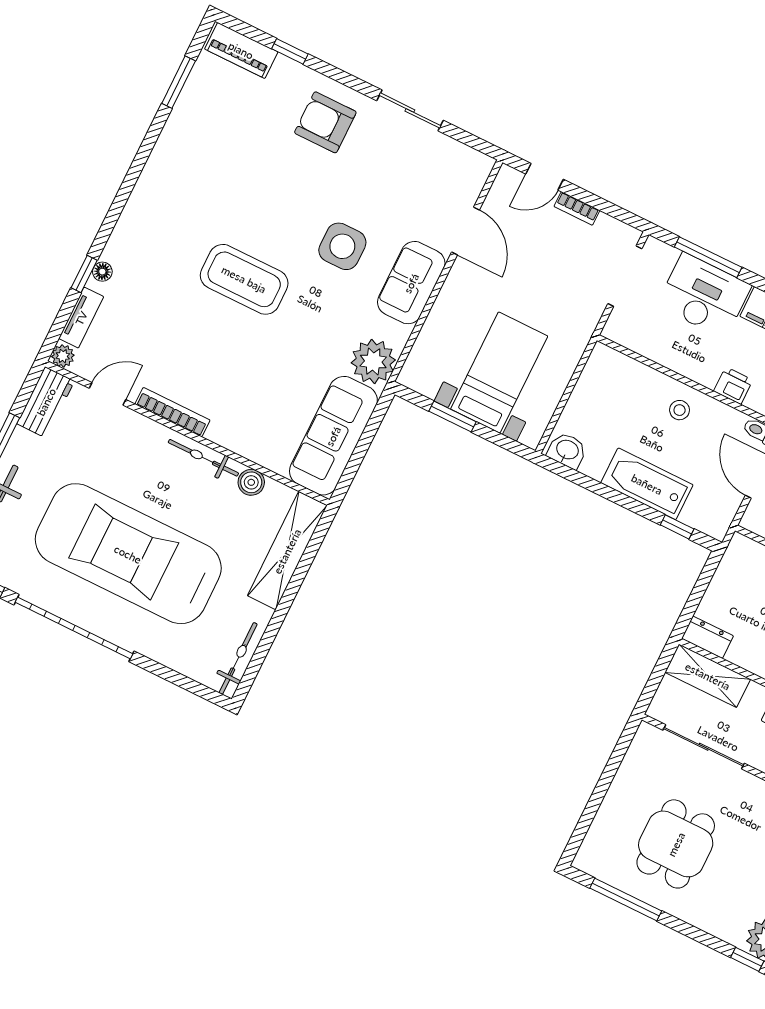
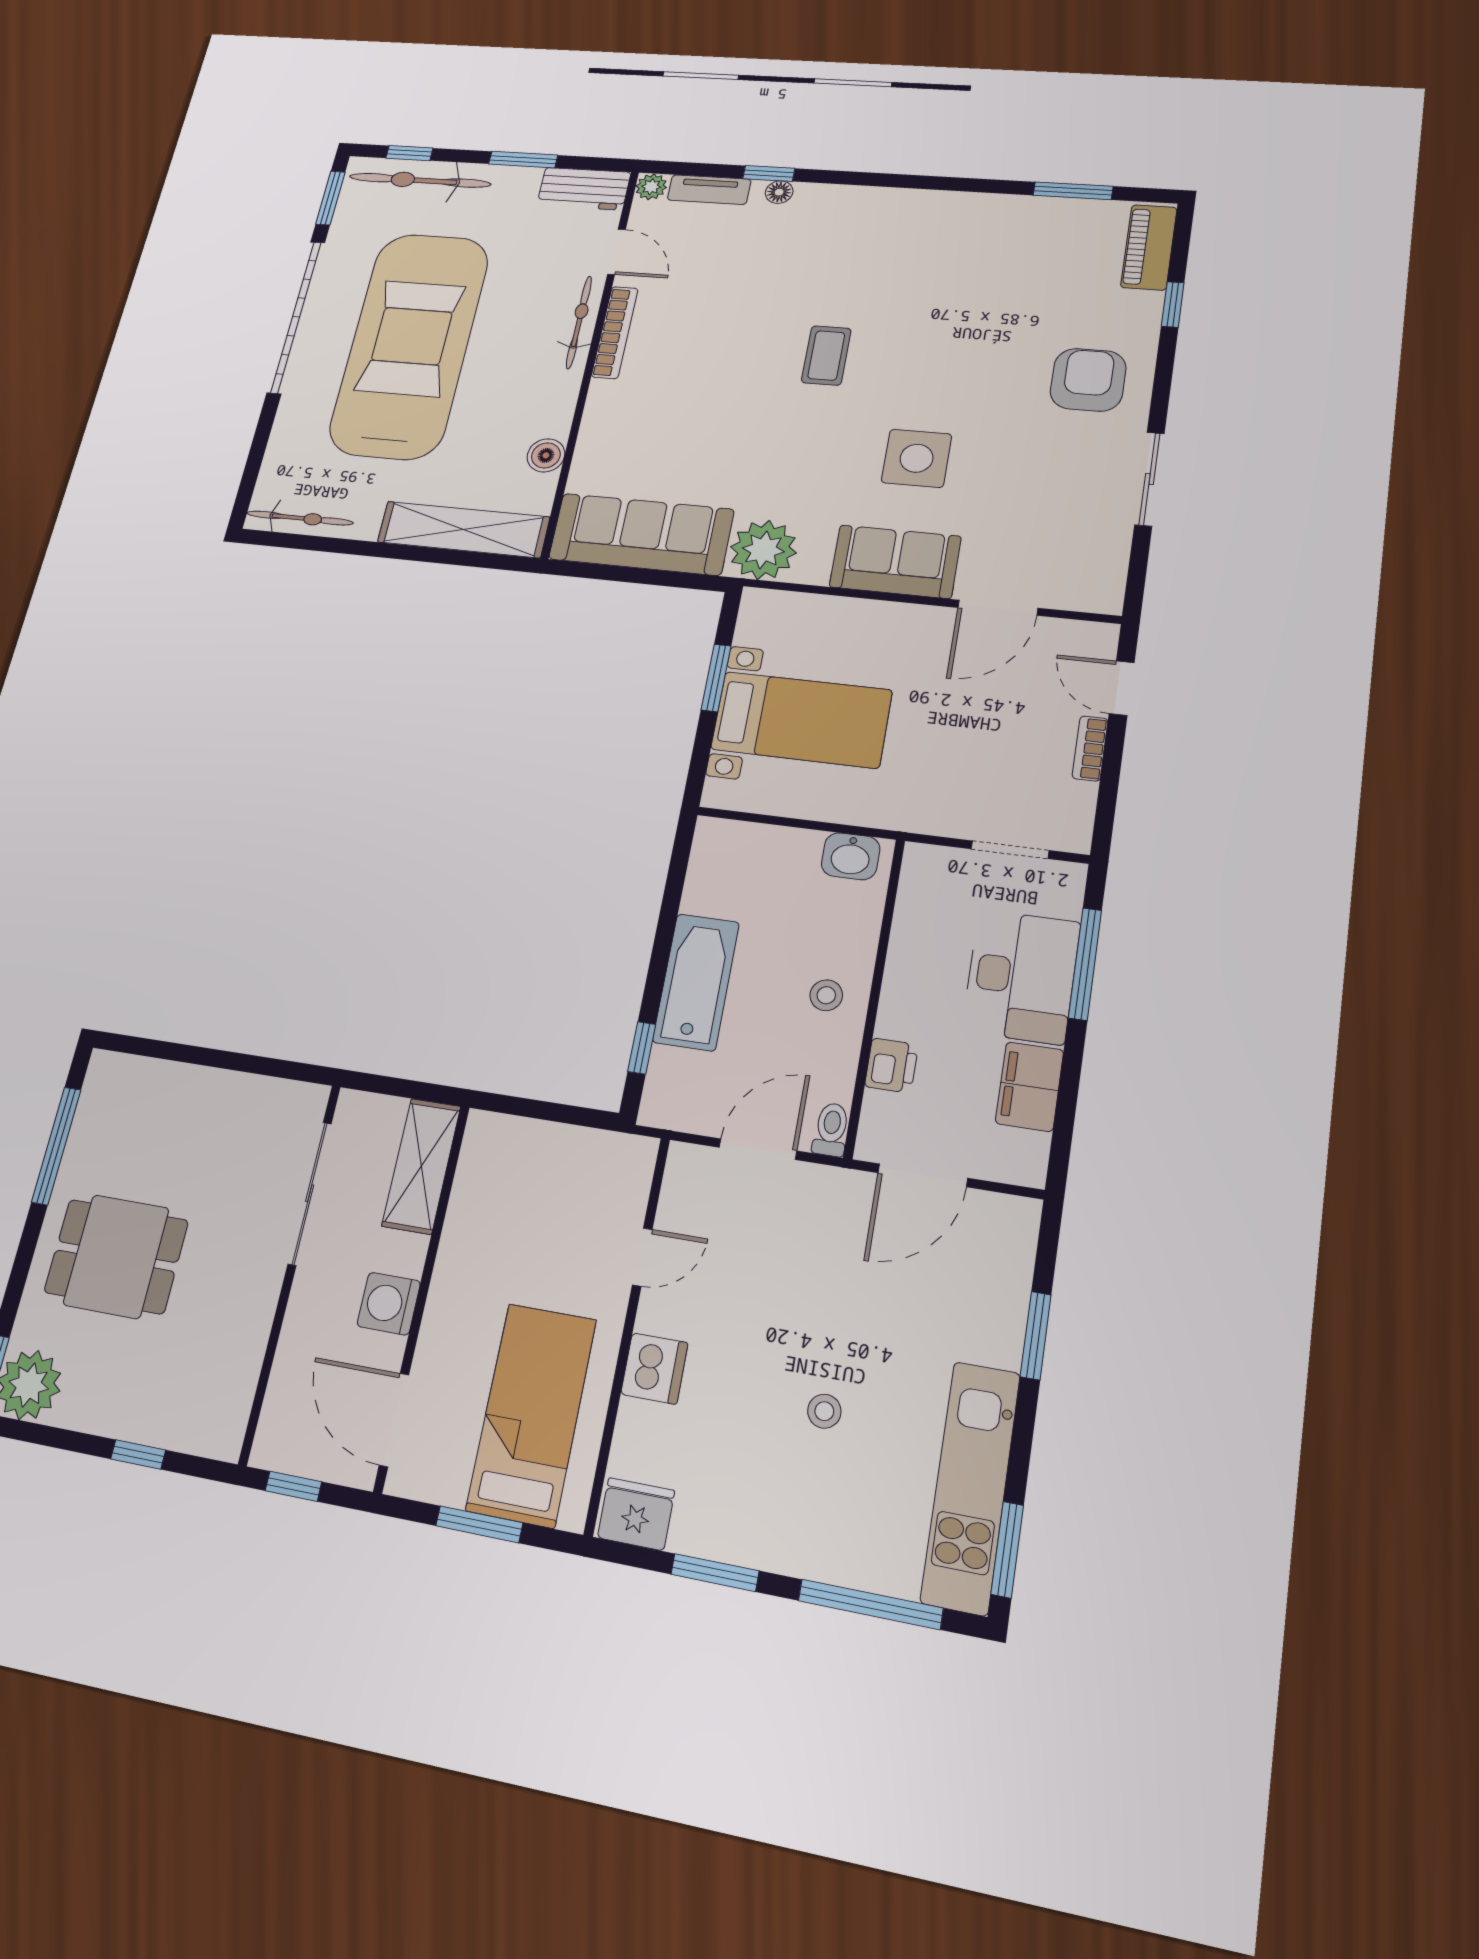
doorway: (625, 276) -> (1010, 850), width x0.73
coffee table: (244, 279) -> (826, 356), width x0.54, depth x0.58
washbasin: (567, 450) -> (851, 856), moved, turned 90
bicycle: (203, 458) -> (579, 322), moved
dresser: (707, 637) -> (481, 1147), removed
dining table: (676, 844) -> (116, 1256), moved

